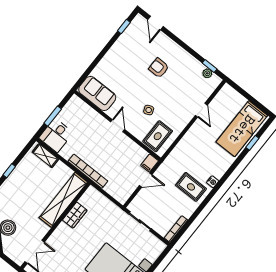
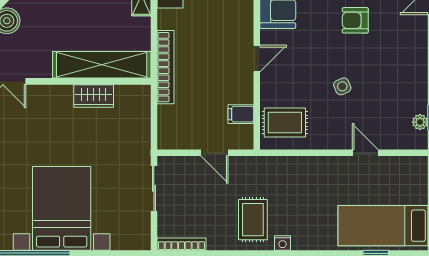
armchair: (159, 68) -> (355, 20), moved, turned -90
side table: (149, 110) -> (342, 86), moved
door: (201, 110) -> (365, 153), swing flipped
filing cabinet: (150, 163) -> (241, 114), moved

